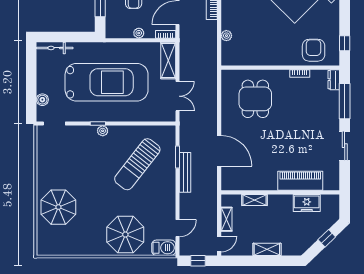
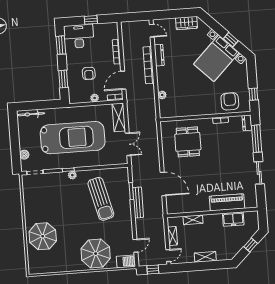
sun lounger: (137, 164) -> (101, 199), turned -52

